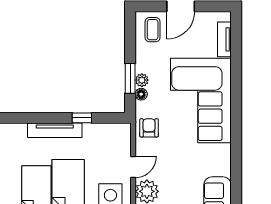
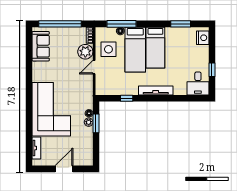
coffee table: (153, 30) -> (82, 154), removed
armchair: (149, 128) -> (84, 92), removed
tv unit: (55, 130) -> (156, 90), moved

